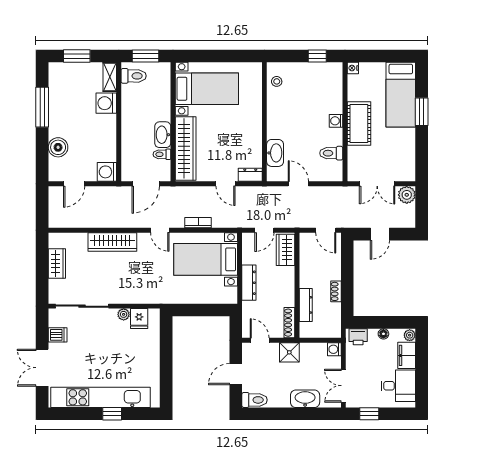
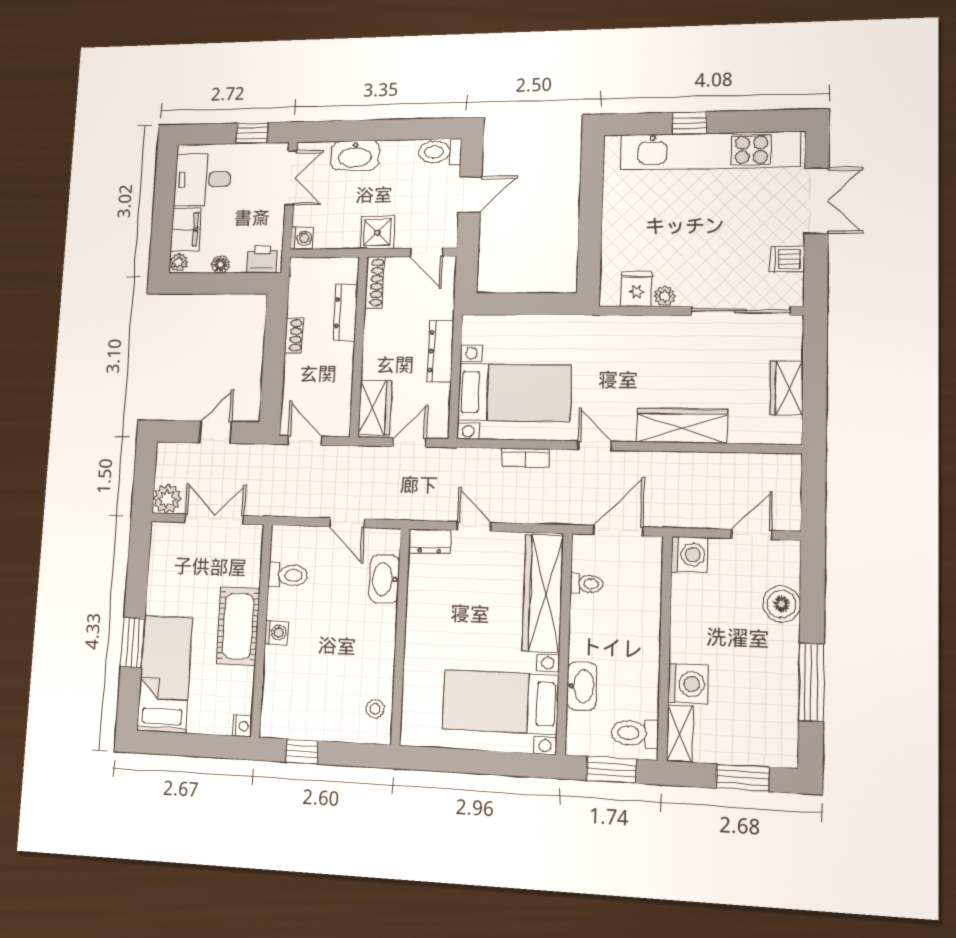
washbasin: (163, 135) -> (582, 686), moved

